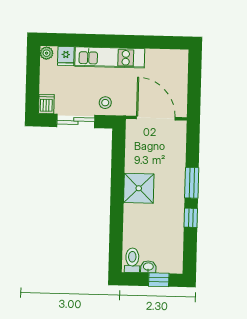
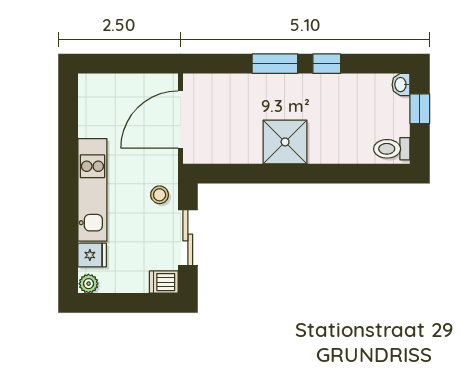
washbasin: (148, 267) -> (401, 85), moved

